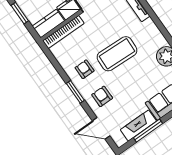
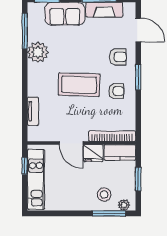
armchair: (85, 69) -> (116, 91), turned -90
armchair: (102, 96) -> (118, 57), turned -90

